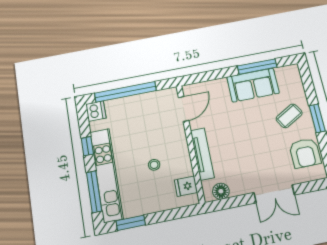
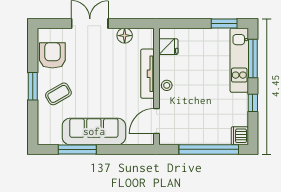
sofa: (253, 85) -> (94, 131), width x1.36
stool: (154, 165) -> (167, 85), moved
kitchen unit: (106, 175) -> (239, 60), width x0.73
floor lamp: (221, 191) -> (125, 36), moved

